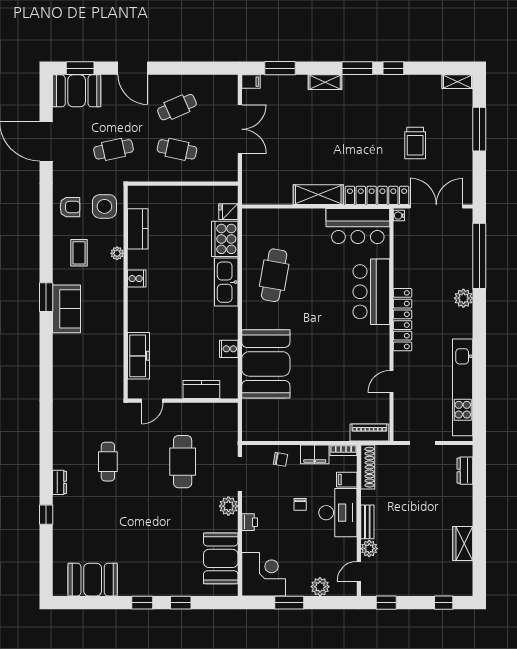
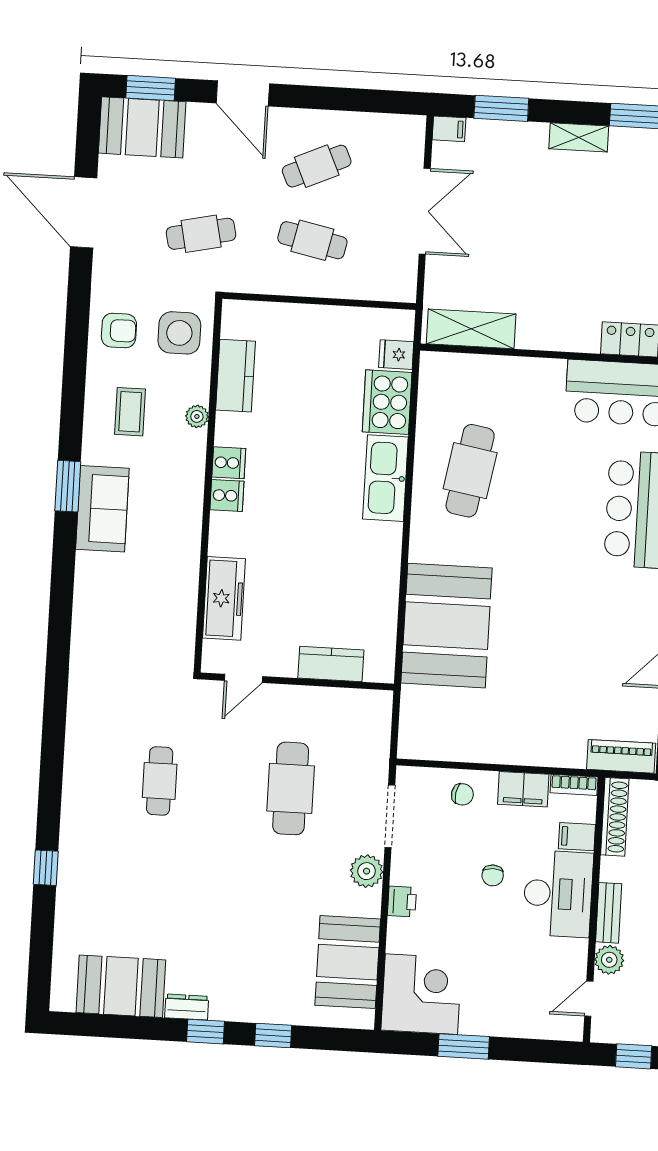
shelving: (318, 195) -> (471, 329), moved
cooker: (229, 349) -> (227, 496), moved, turned 180
dresser: (59, 482) -> (187, 1007), moved, turned -90
plant: (320, 587) -> (519, 1022), removed

